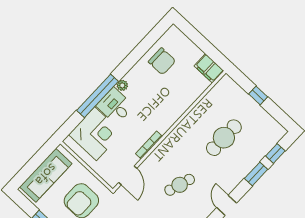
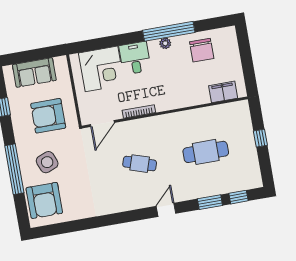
filing cabinet: (209, 68) -> (223, 92), moved, turned 90
plant: (122, 85) -> (165, 43), moved
window: (97, 96) -> (169, 31), moved
sofa: (46, 175) -> (34, 72), width x0.73

